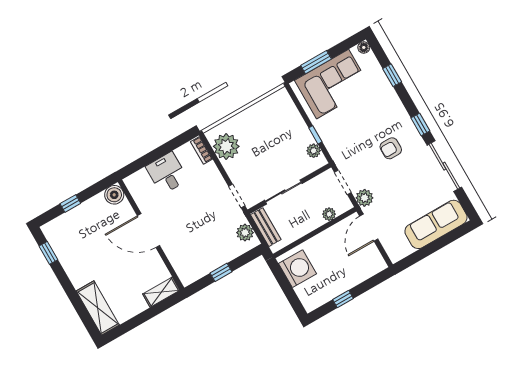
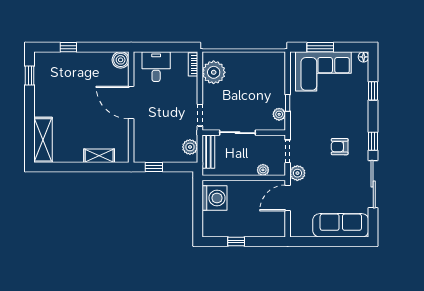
boiler: (114, 195) -> (121, 60), moved
door: (148, 231) -> (131, 103), moved
wall: (151, 235) -> (131, 107), moved

